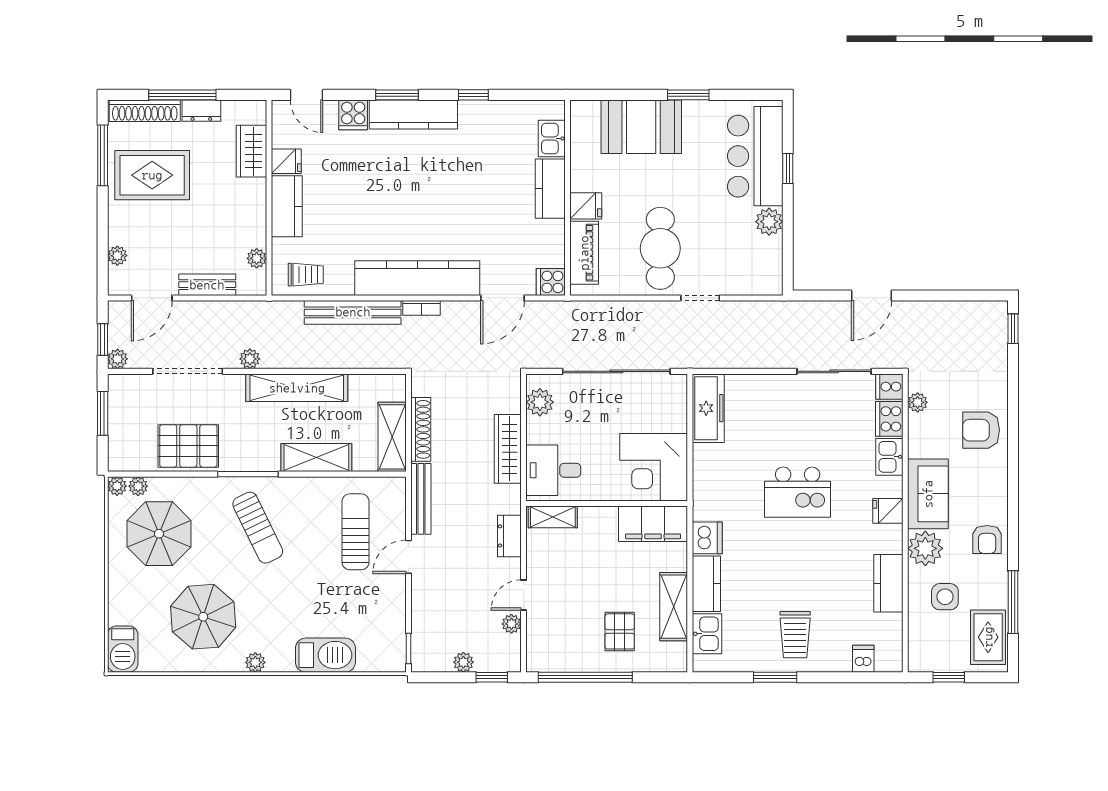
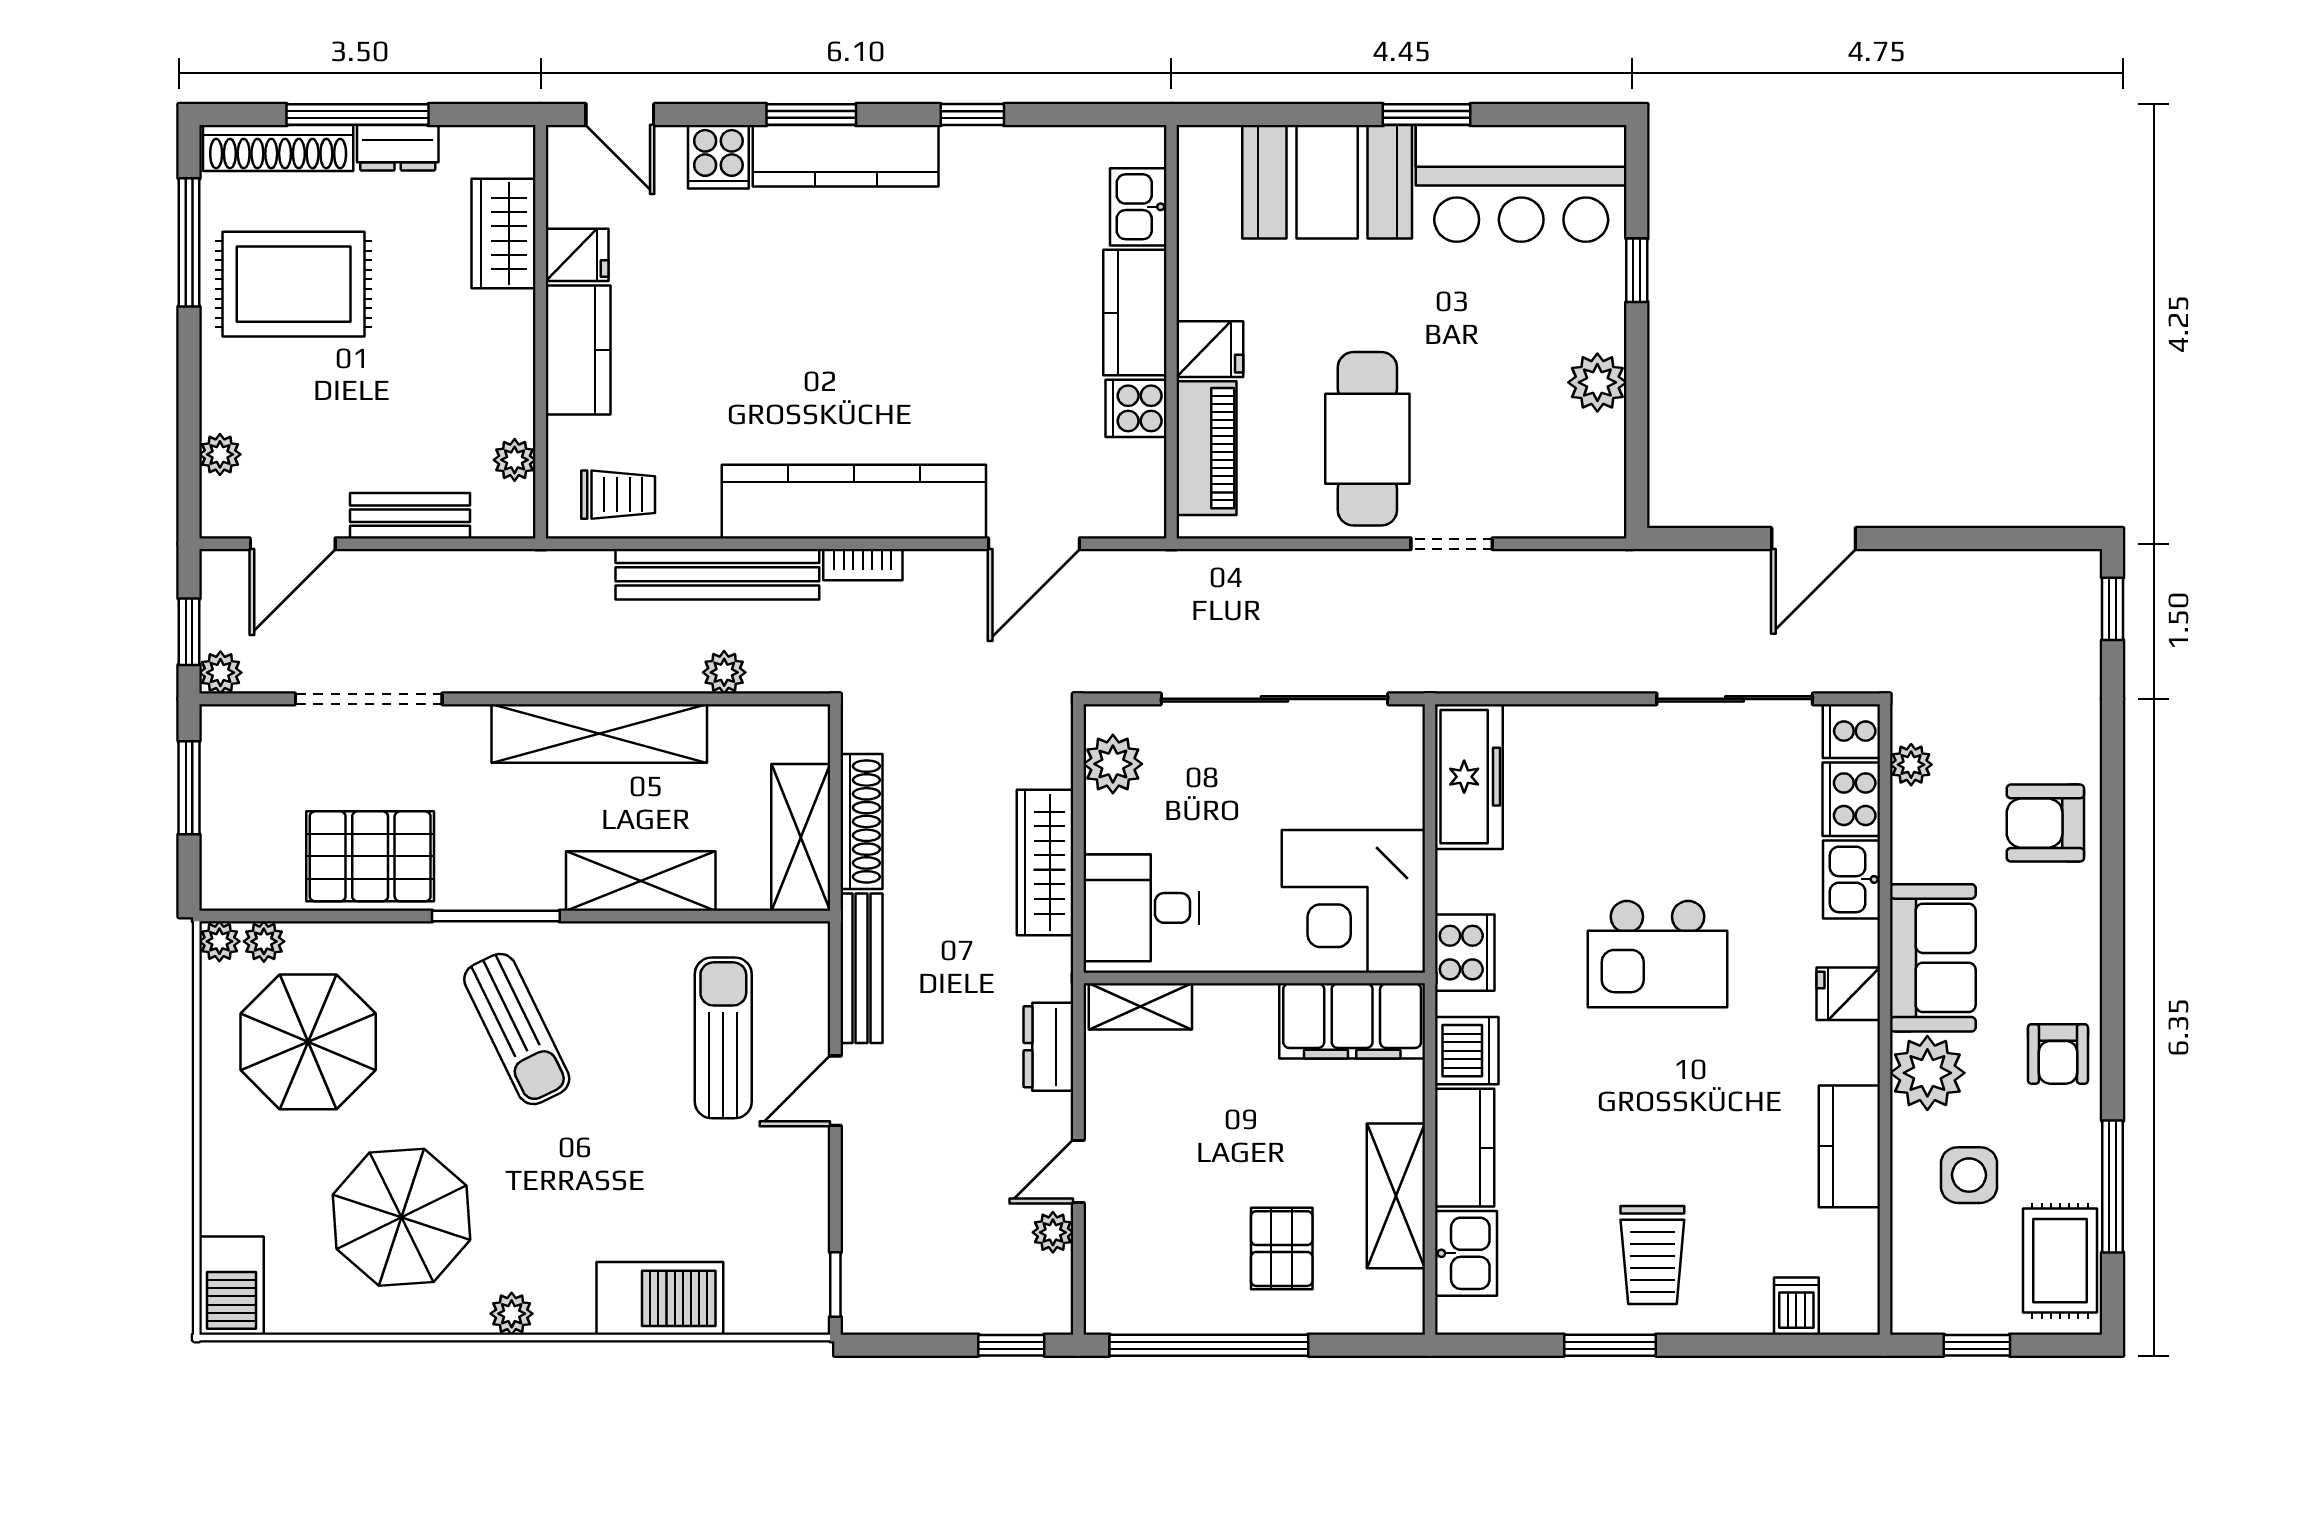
bar counter: (755, 156) -> (1521, 183), moved, turned -90
cooker: (551, 282) -> (1136, 408), moved
plant: (250, 359) -> (724, 672), moved
cooker: (706, 491) -> (1465, 953), added
plant: (463, 662) -> (952, 1314), removed

